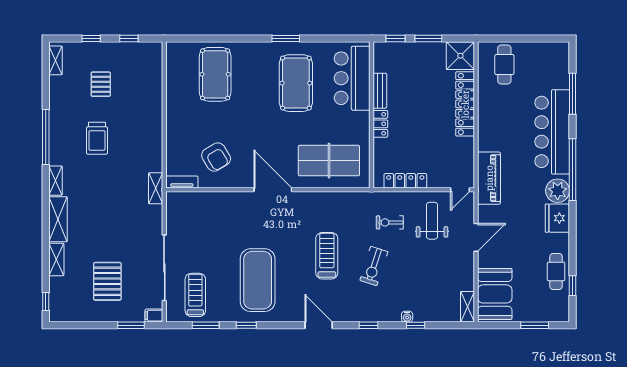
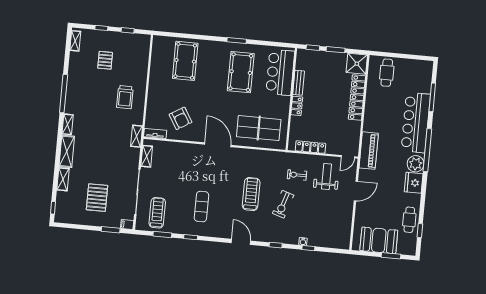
trolley: (97, 138) -> (125, 97), moved
exercise mat: (258, 280) -> (201, 207), width x0.50, depth x0.69
booth: (495, 294) -> (379, 240), moved, turned 90
shelving: (467, 307) -> (147, 156), moved

